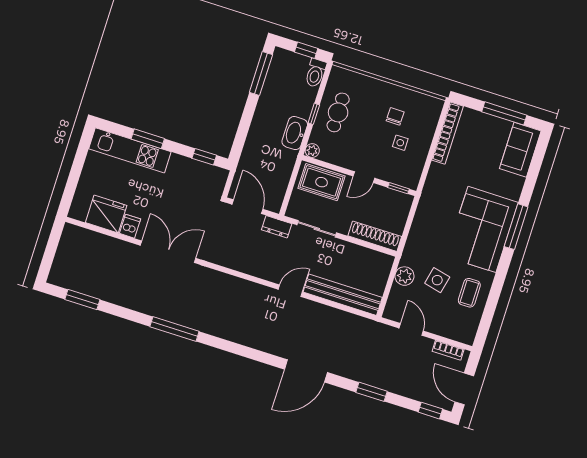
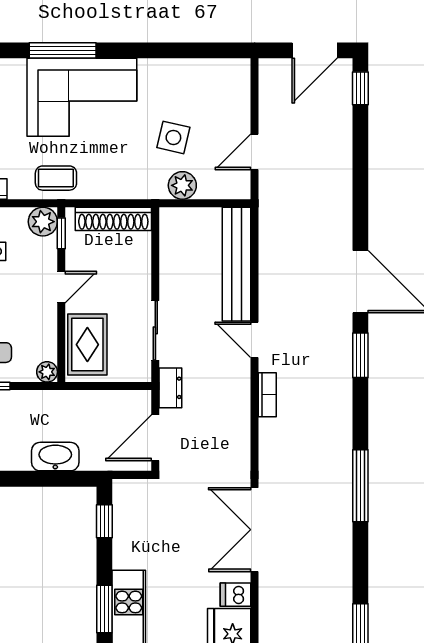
washbasin: (295, 133) -> (55, 457), moved, turned 180
door: (364, 177) -> (61, 287), hinge flipped
plant: (410, 179) -> (43, 222), added
shoe rack: (375, 236) -> (113, 219), moved, turned -90
coffee table: (469, 293) -> (56, 178), moved
bookcase: (448, 350) -> (267, 395), moved
window: (372, 392) -> (360, 355), moved

